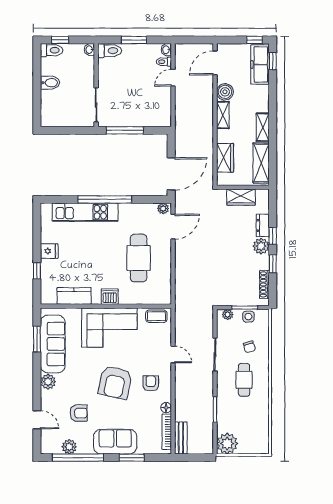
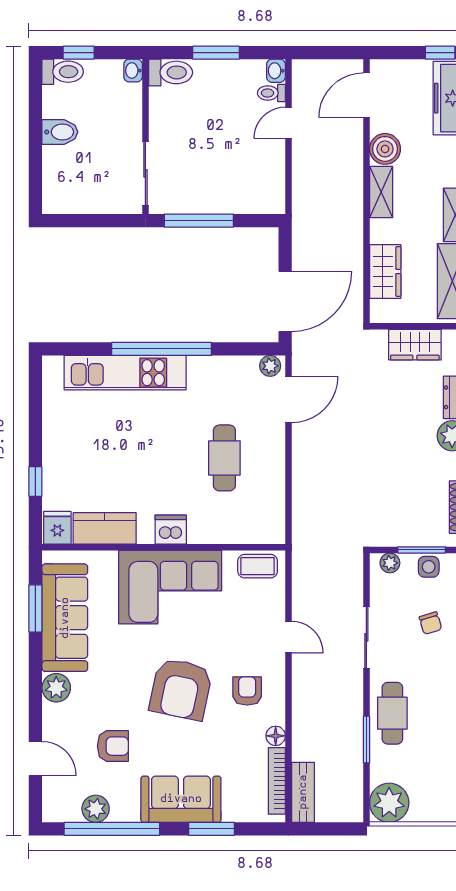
fridge: (49, 251) -> (57, 528), moved, turned -90
cafe table: (139, 258) -> (224, 458), width x0.73, depth x0.74
cafe table: (244, 380) -> (392, 713), moved

